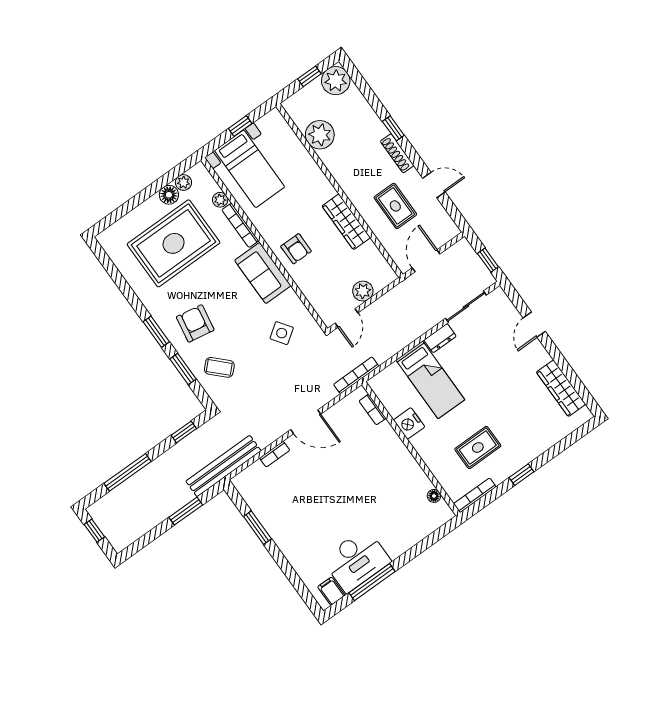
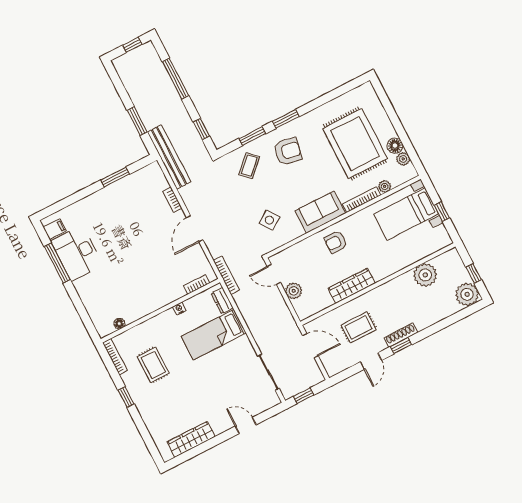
window: (393, 128) -> (401, 346), moved
dresser: (440, 338) -> (222, 301), moved
nightstand: (409, 423) -> (179, 309), width x0.53, depth x0.56

